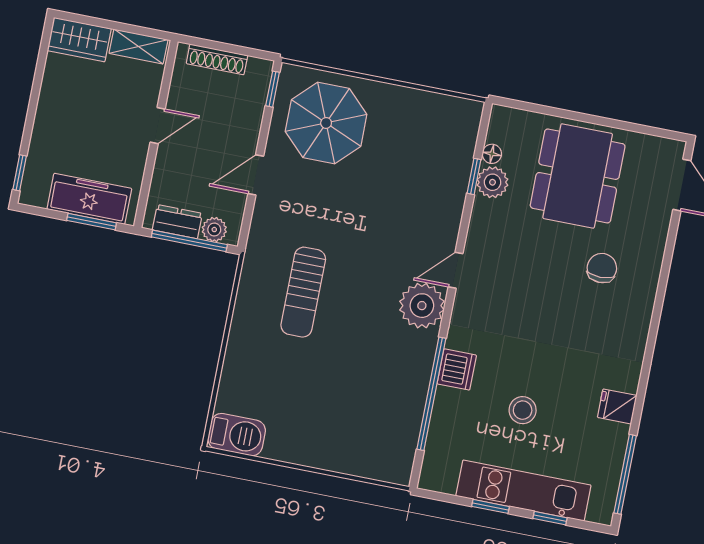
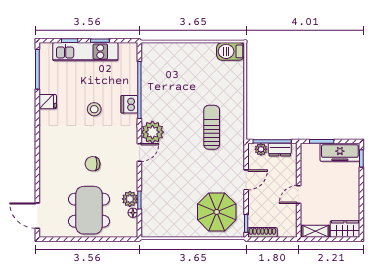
shoe rack: (217, 59) -> (262, 232), moved
freezer: (89, 199) -> (340, 152), moved
chair: (602, 268) -> (93, 164), moved, turned 90
stool: (523, 410) -> (94, 109), moved

